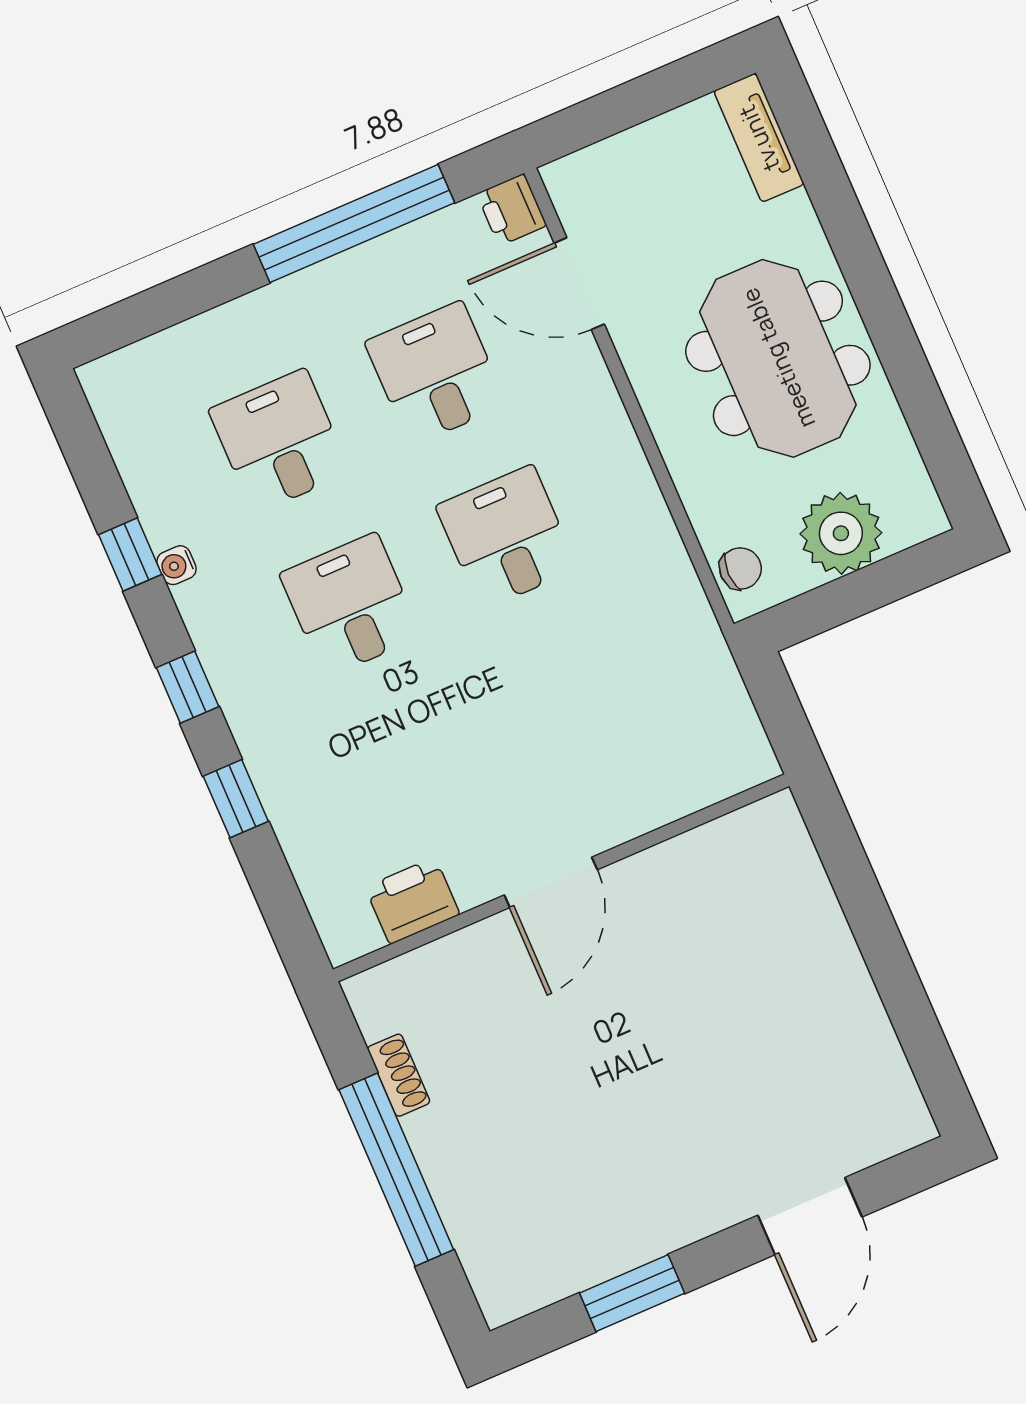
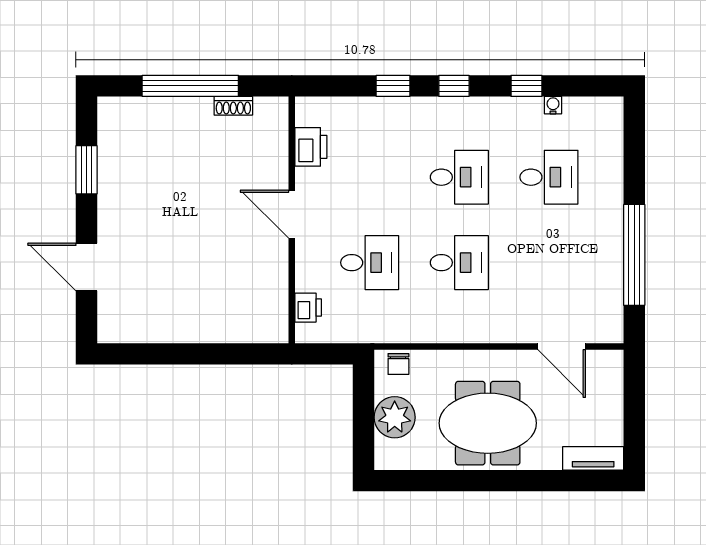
printer: (512, 210) -> (308, 308), moved, turned 90
door: (579, 284) -> (562, 347), swing flipped
desk: (436, 373) -> (370, 263), moved
water cooler: (177, 565) -> (553, 105), moved

